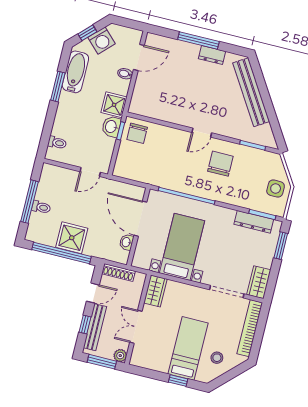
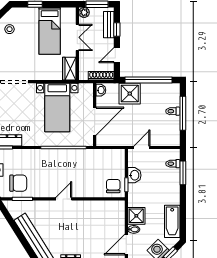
window: (58, 87) -> (183, 173), moved
shower: (114, 105) -> (136, 216), moved
washbasin: (111, 127) -> (134, 175), moved
chair: (220, 164) -> (18, 183), moved, turned -90
door: (140, 219) -> (95, 121), hinge flipped
shower: (72, 238) -> (130, 94), moved
washbasin: (126, 242) -> (101, 90), moved
bench: (95, 327) -> (109, 25), width x0.73
bed: (188, 348) -> (50, 31), moved

